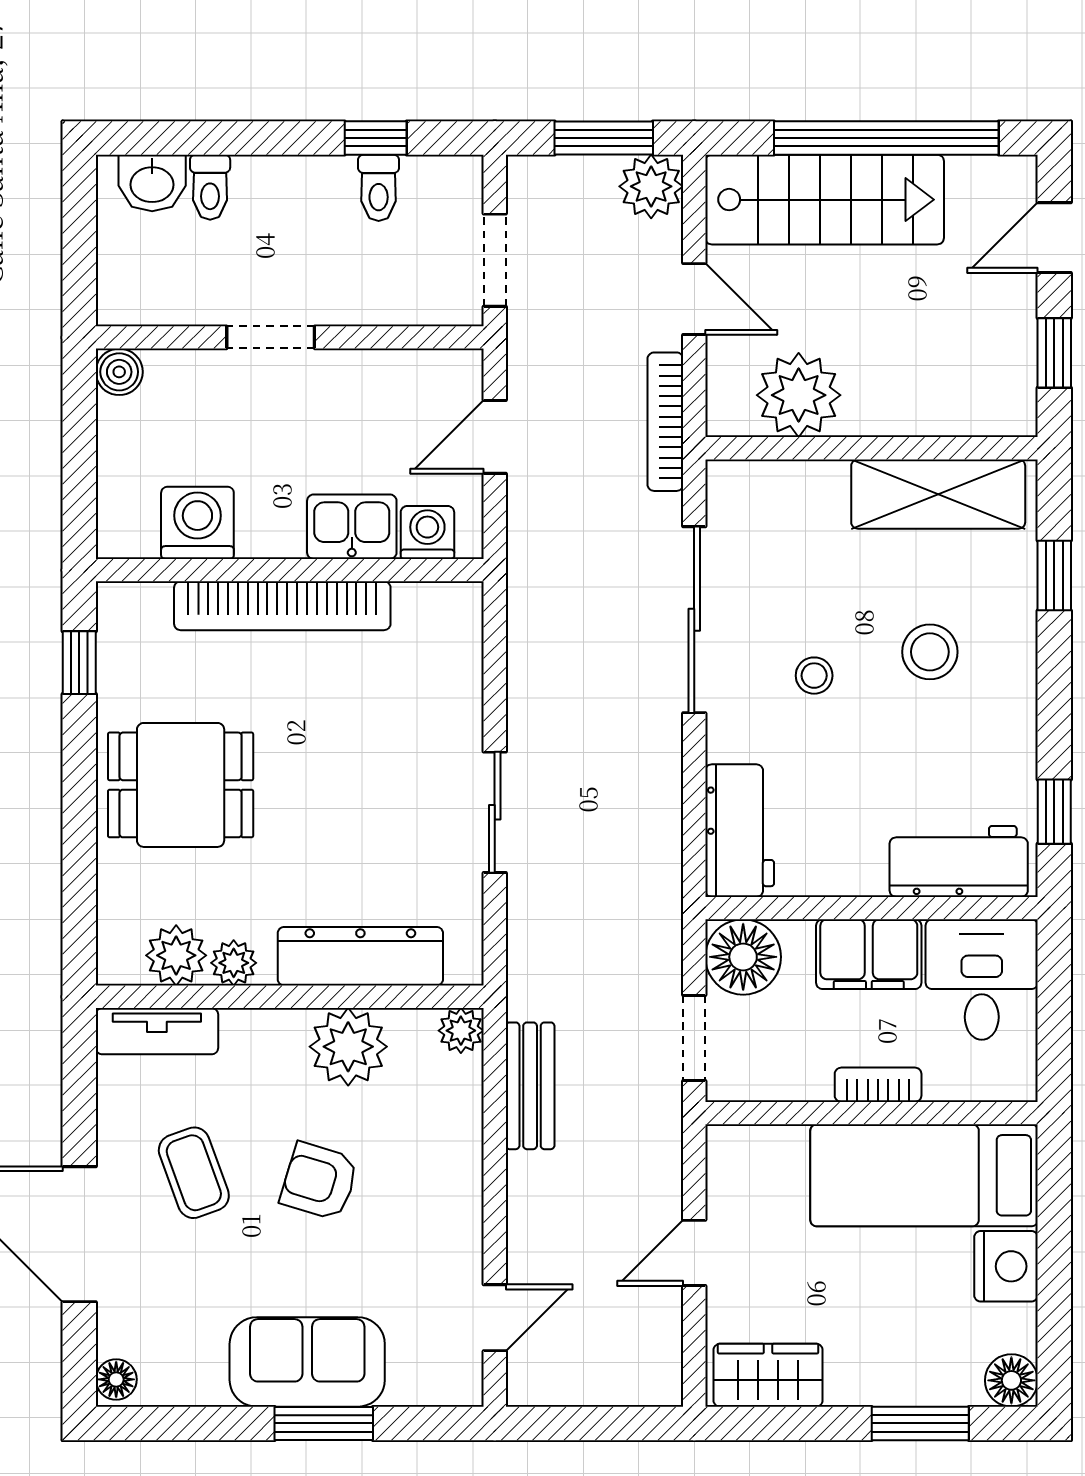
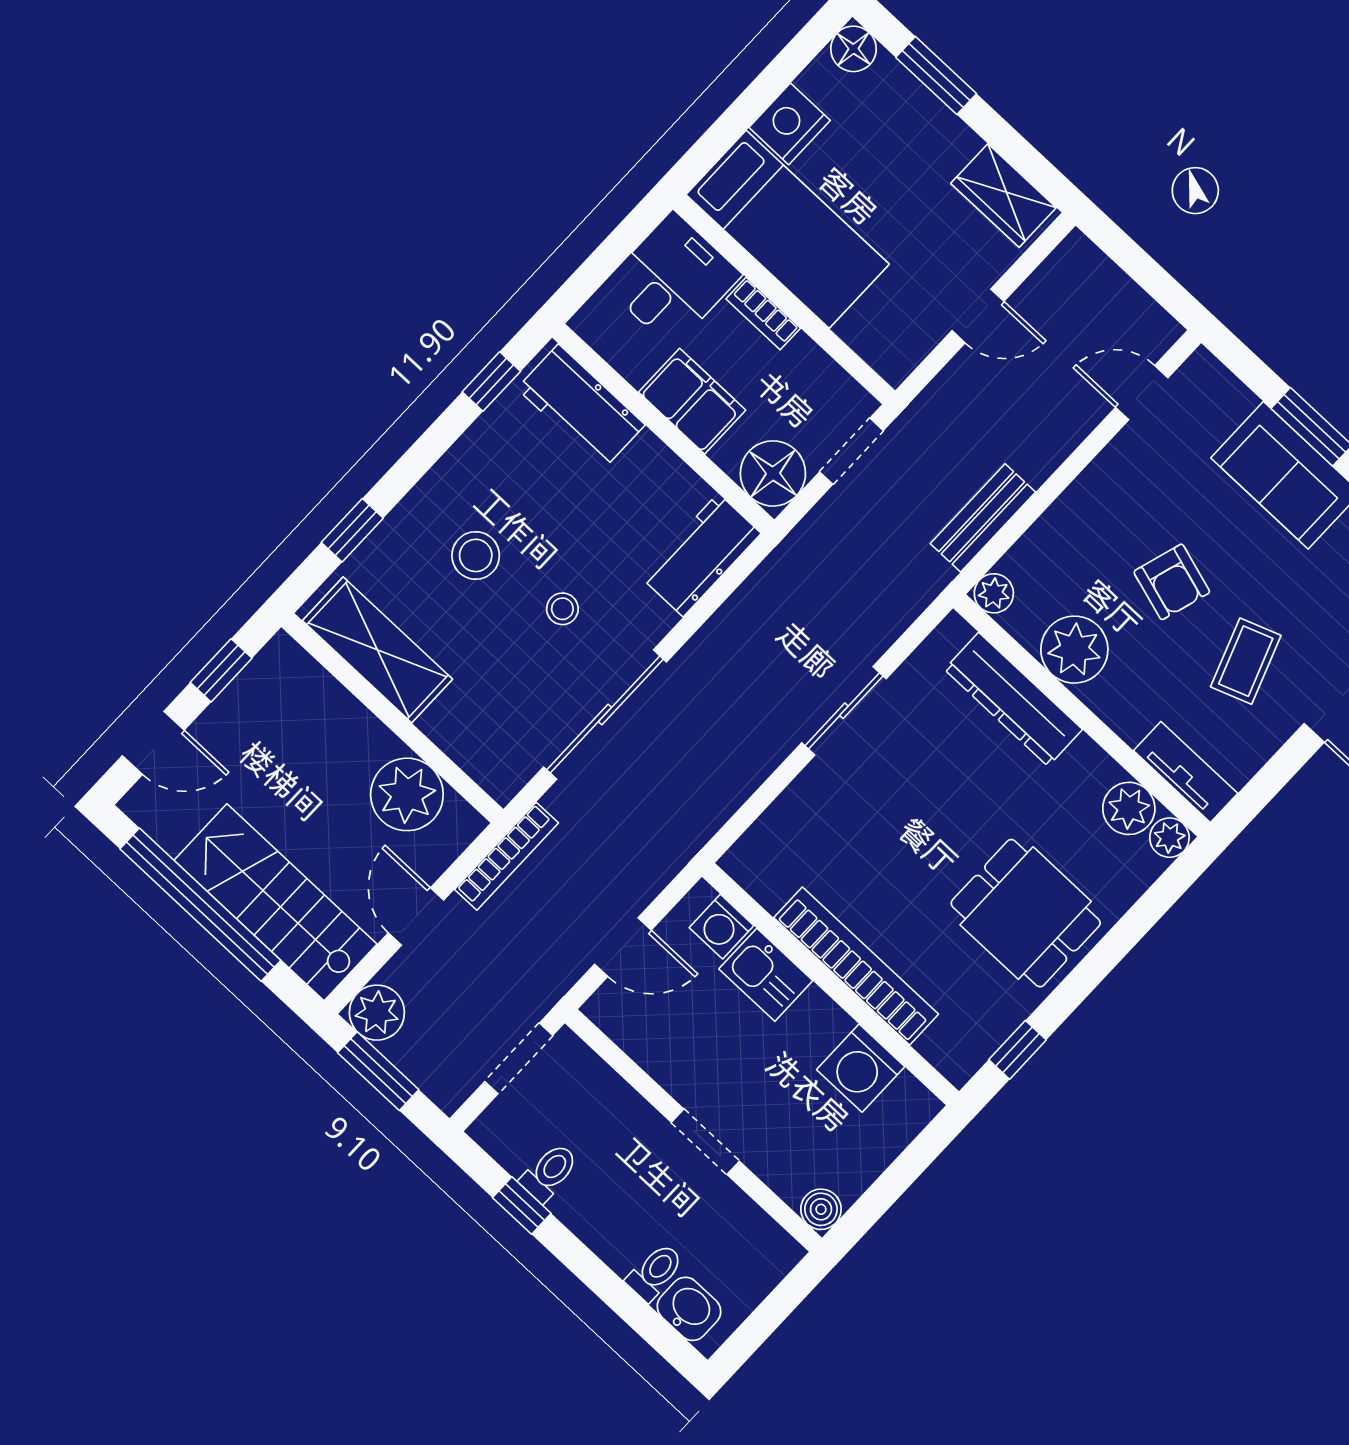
plant: (234, 963) -> (1169, 838), moved
desk: (982, 980) -> (673, 280), moved, turned 180

